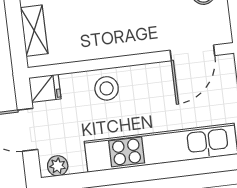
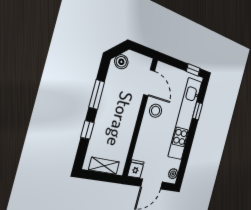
stool: (107, 88) -> (156, 111), moved
window: (185, 168) -> (197, 111), added

